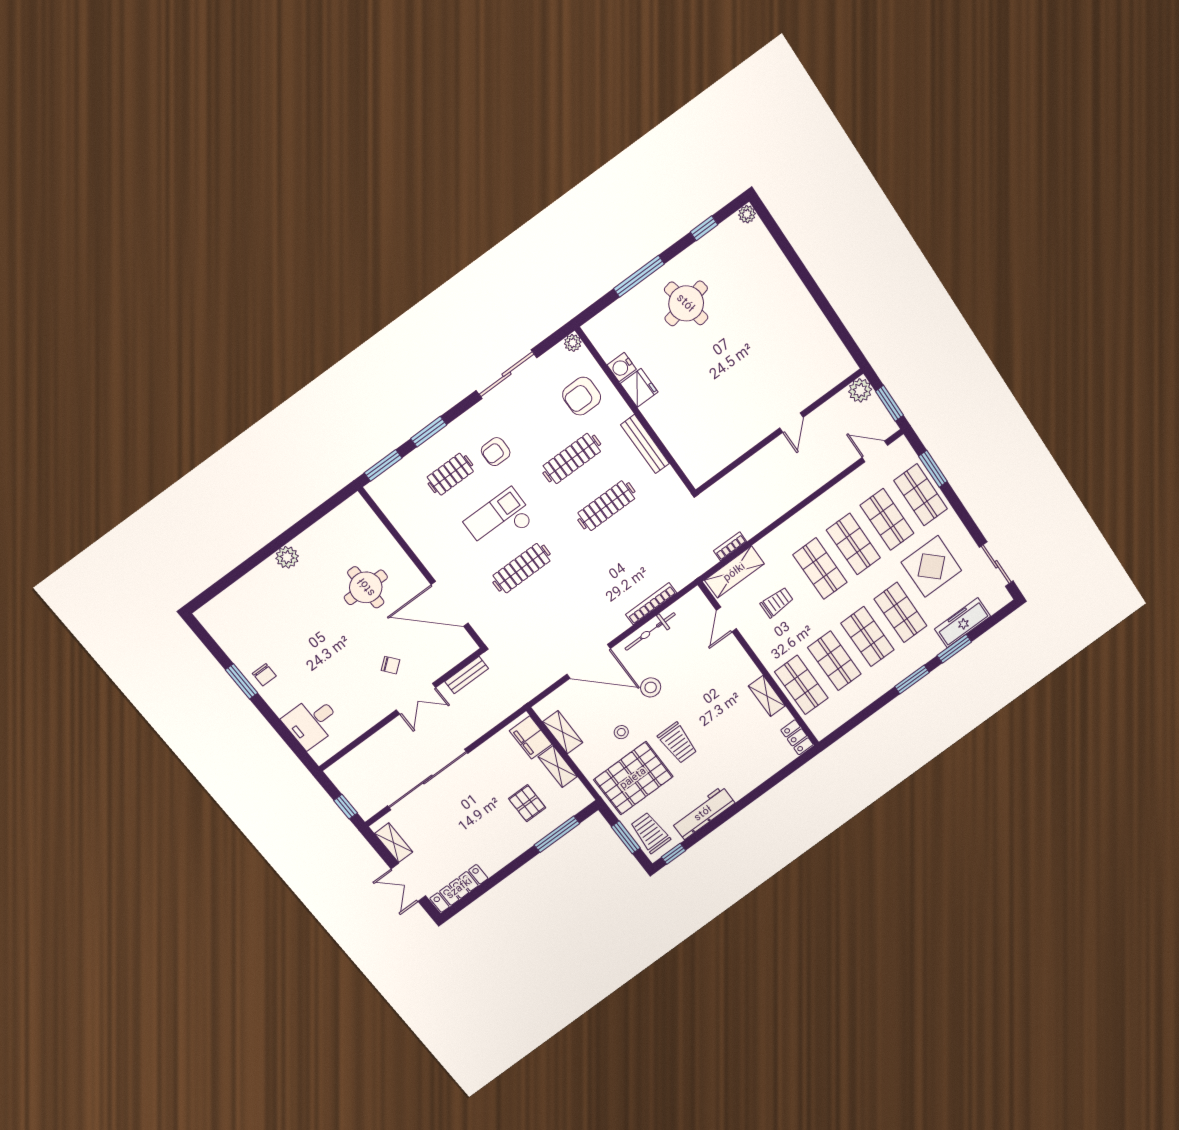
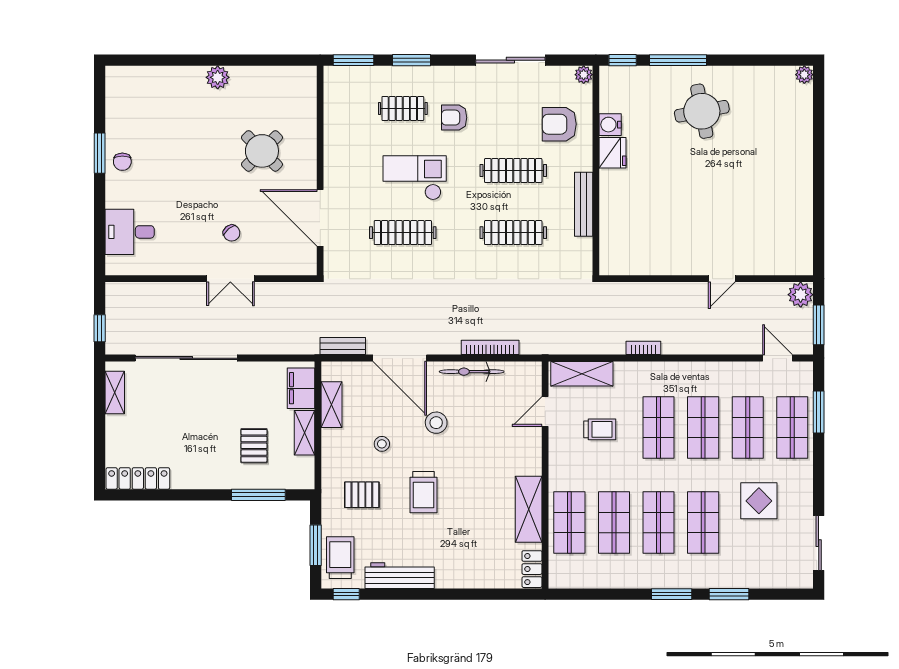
window: (704, 228) -> (623, 60), moved
bookcase: (730, 546) -> (643, 348), moved
display table: (931, 566) -> (759, 501), width x0.73, depth x0.73
round table: (366, 587) -> (262, 151), turned 45
freezer: (963, 623) -> (753, 575), removed
bench: (467, 675) -> (343, 346), moved
shelving: (767, 696) -> (529, 509), width x1.50, depth x1.33
pallet: (633, 778) -> (362, 495), width x0.49, depth x0.50
double door: (408, 882) -> (100, 439), removed

